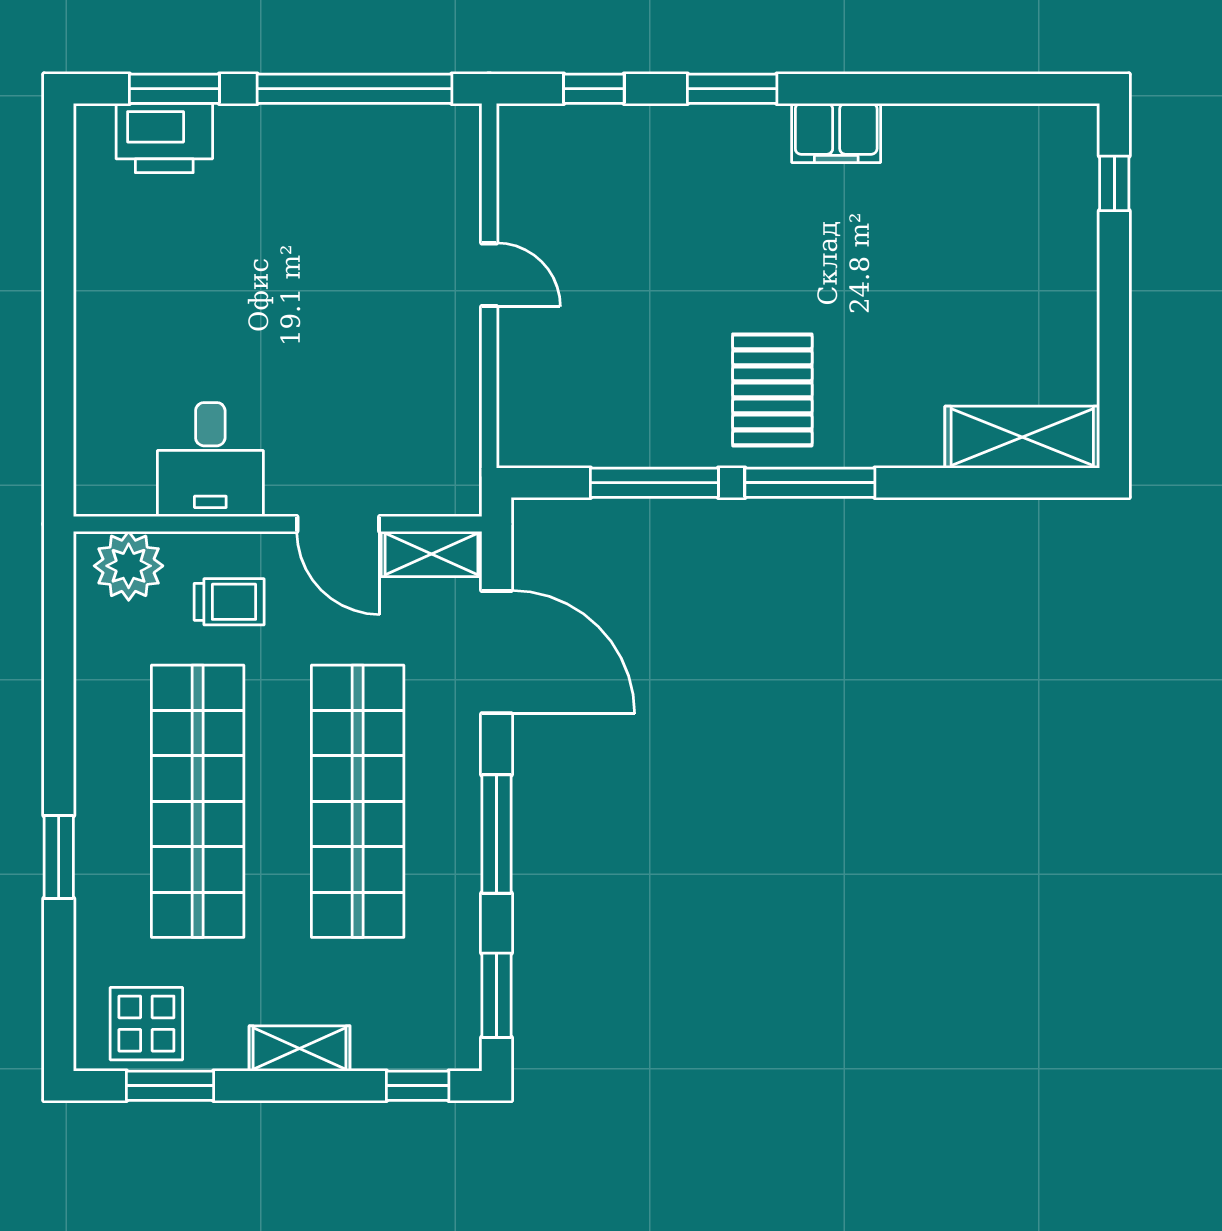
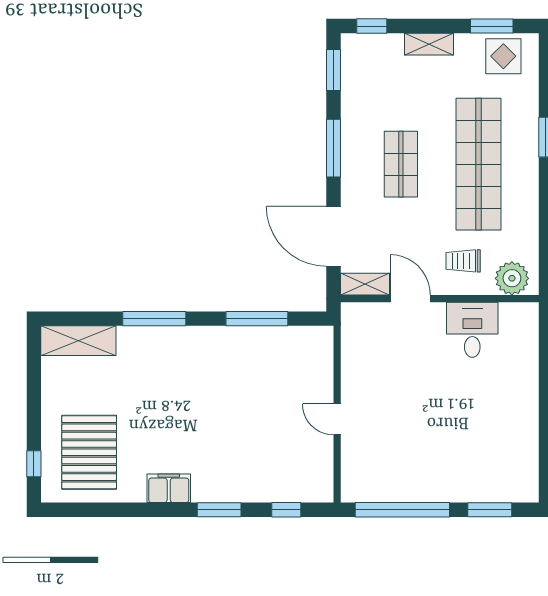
printer: (164, 138) -> (495, 486), removed
pallet: (772, 390) -> (89, 452), moved, width x1.37, depth x1.41
window: (810, 483) -> (154, 319), moved
shop shelf: (358, 801) -> (401, 164), width x0.50, depth x0.74

